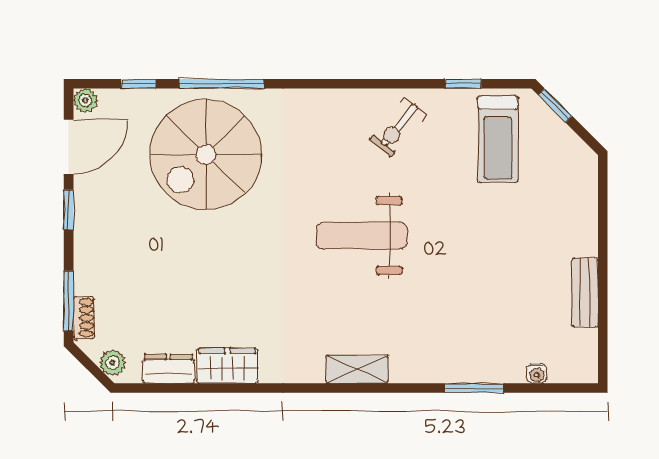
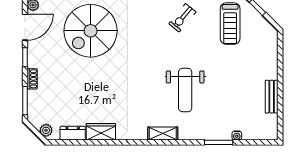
weight bench: (362, 236) -> (185, 90), moved, turned -90
shoe rack: (84, 318) -> (32, 79), moved
water cooler: (537, 374) -> (237, 135), moved

